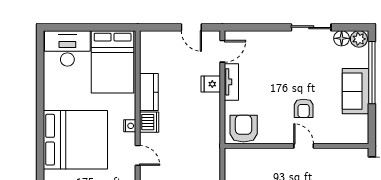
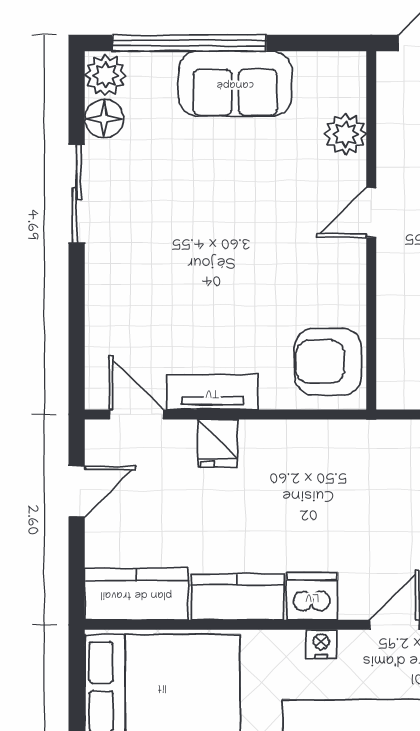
kitchen counter: (150, 51) -> (136, 594), added
armchair: (304, 108) -> (278, 213), removed
plant: (335, 136) -> (346, 134), added

